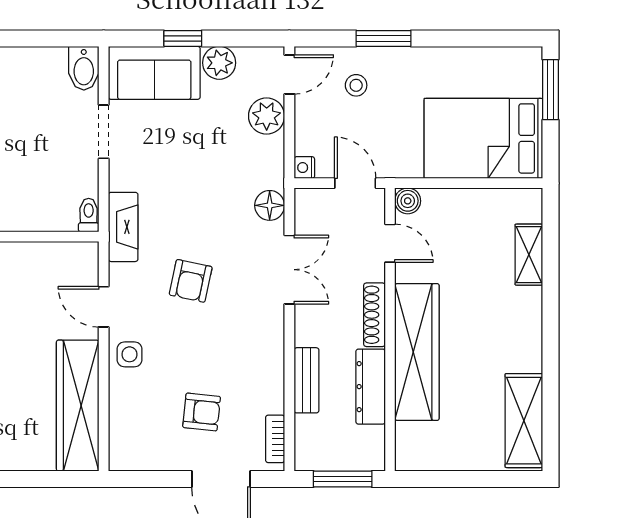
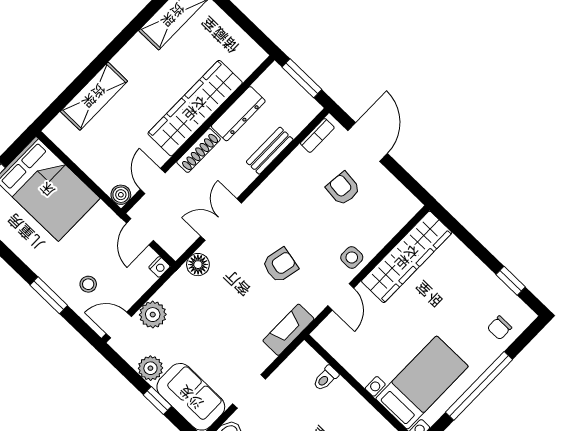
toilet: (89, 215) -> (326, 378), moved
shelving: (529, 255) -> (94, 96), width x1.50, depth x1.33

